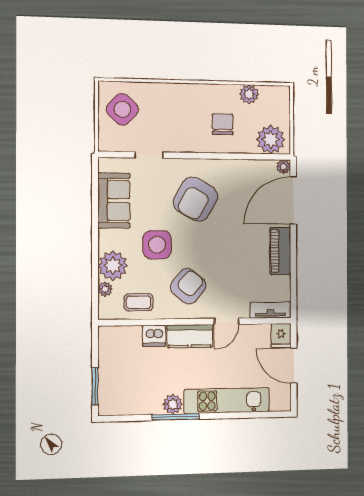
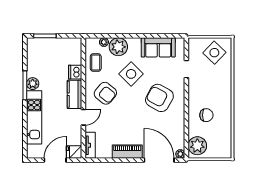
plant: (249, 94) -> (226, 132), removed
side table: (157, 245) -> (131, 74), turned 45
door: (226, 321) -> (83, 117), swing flipped

